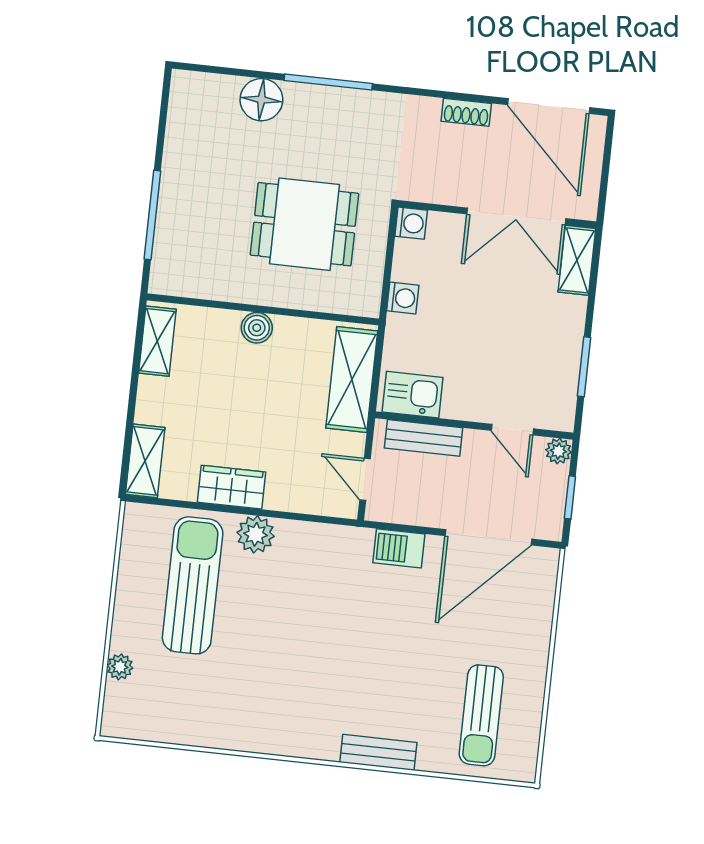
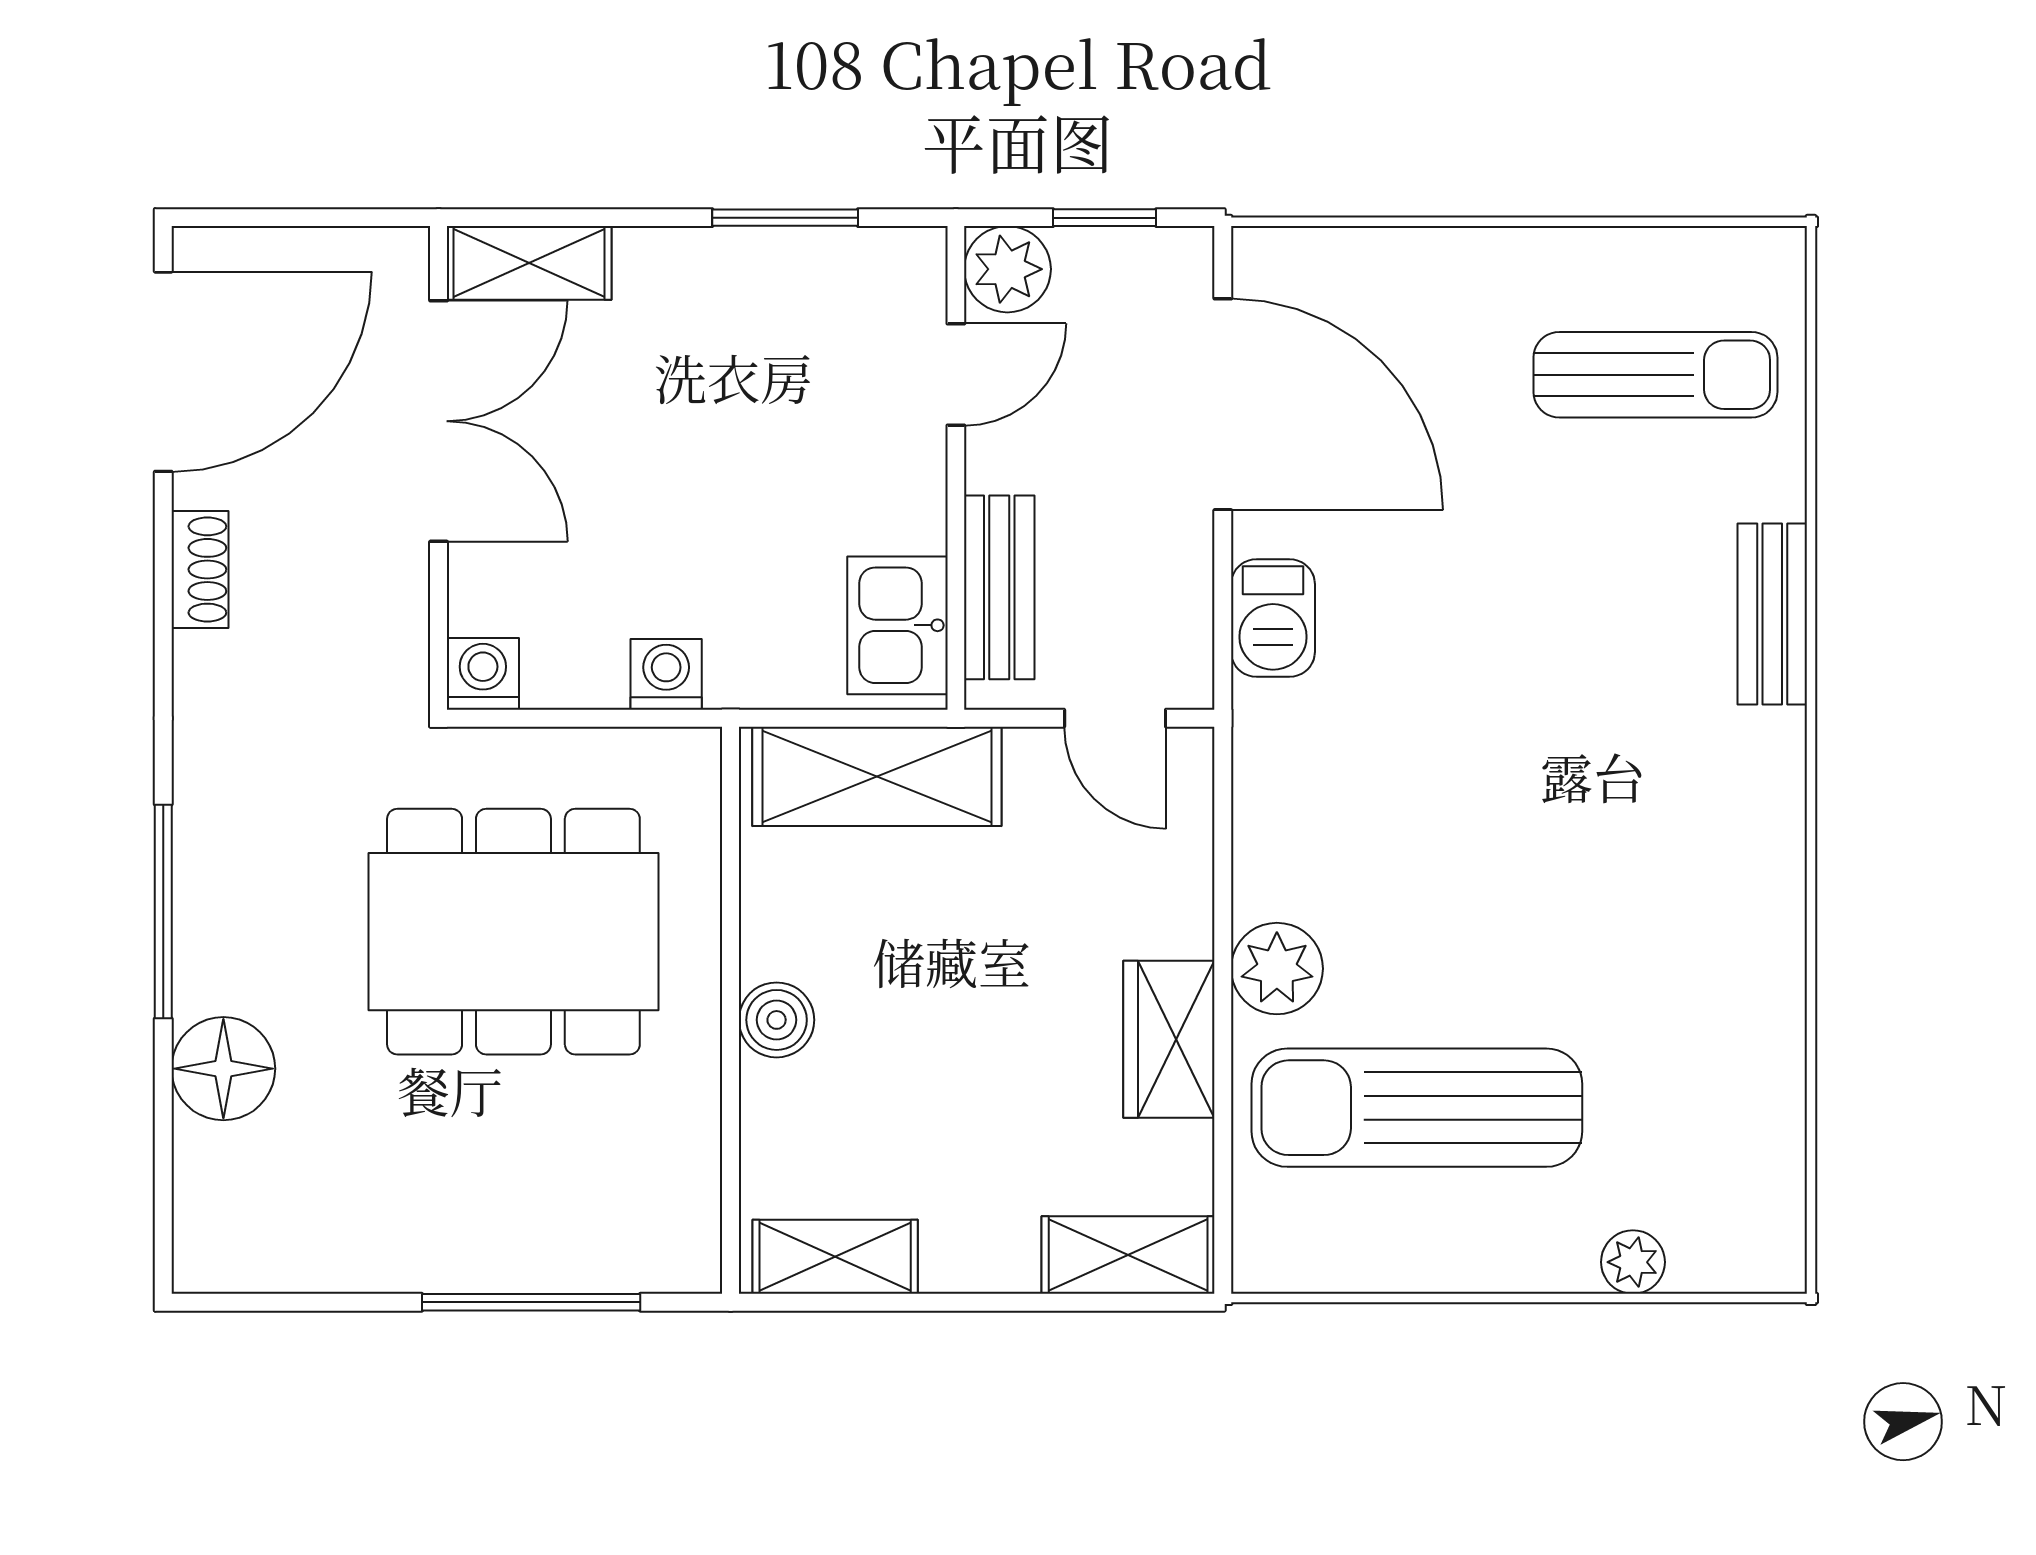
dining table: (305, 224) -> (513, 932), width x1.38
plant: (558, 451) -> (1007, 269), width x1.38, depth x1.38
door: (365, 479) -> (1115, 718), hinge flipped

